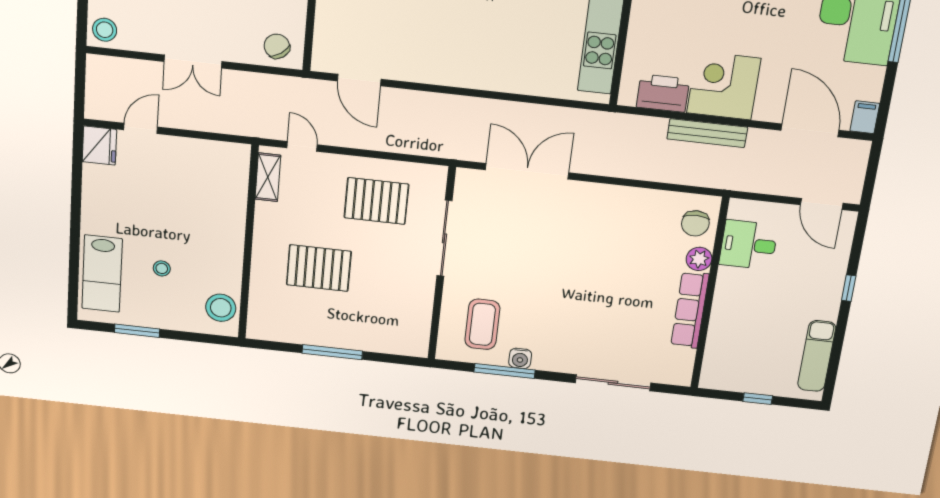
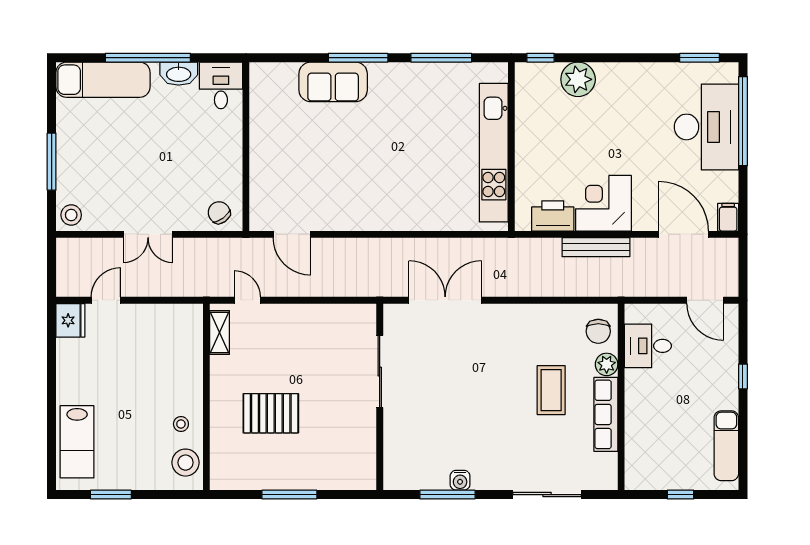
pallet: (376, 201) -> (316, 343), removed
stool: (162, 268) -> (181, 424), moved
coffee table: (482, 324) -> (551, 390), moved

